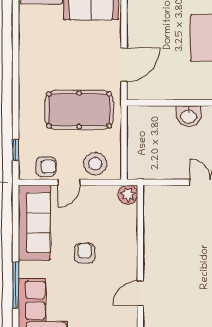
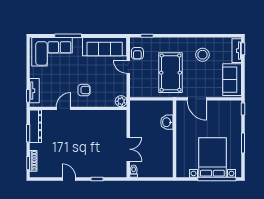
washbasin: (188, 116) -> (167, 122), moved
stool: (95, 164) -> (203, 55), moved
armchair: (85, 253) -> (84, 90), moved
door: (140, 293) -> (64, 108), hinge flipped

